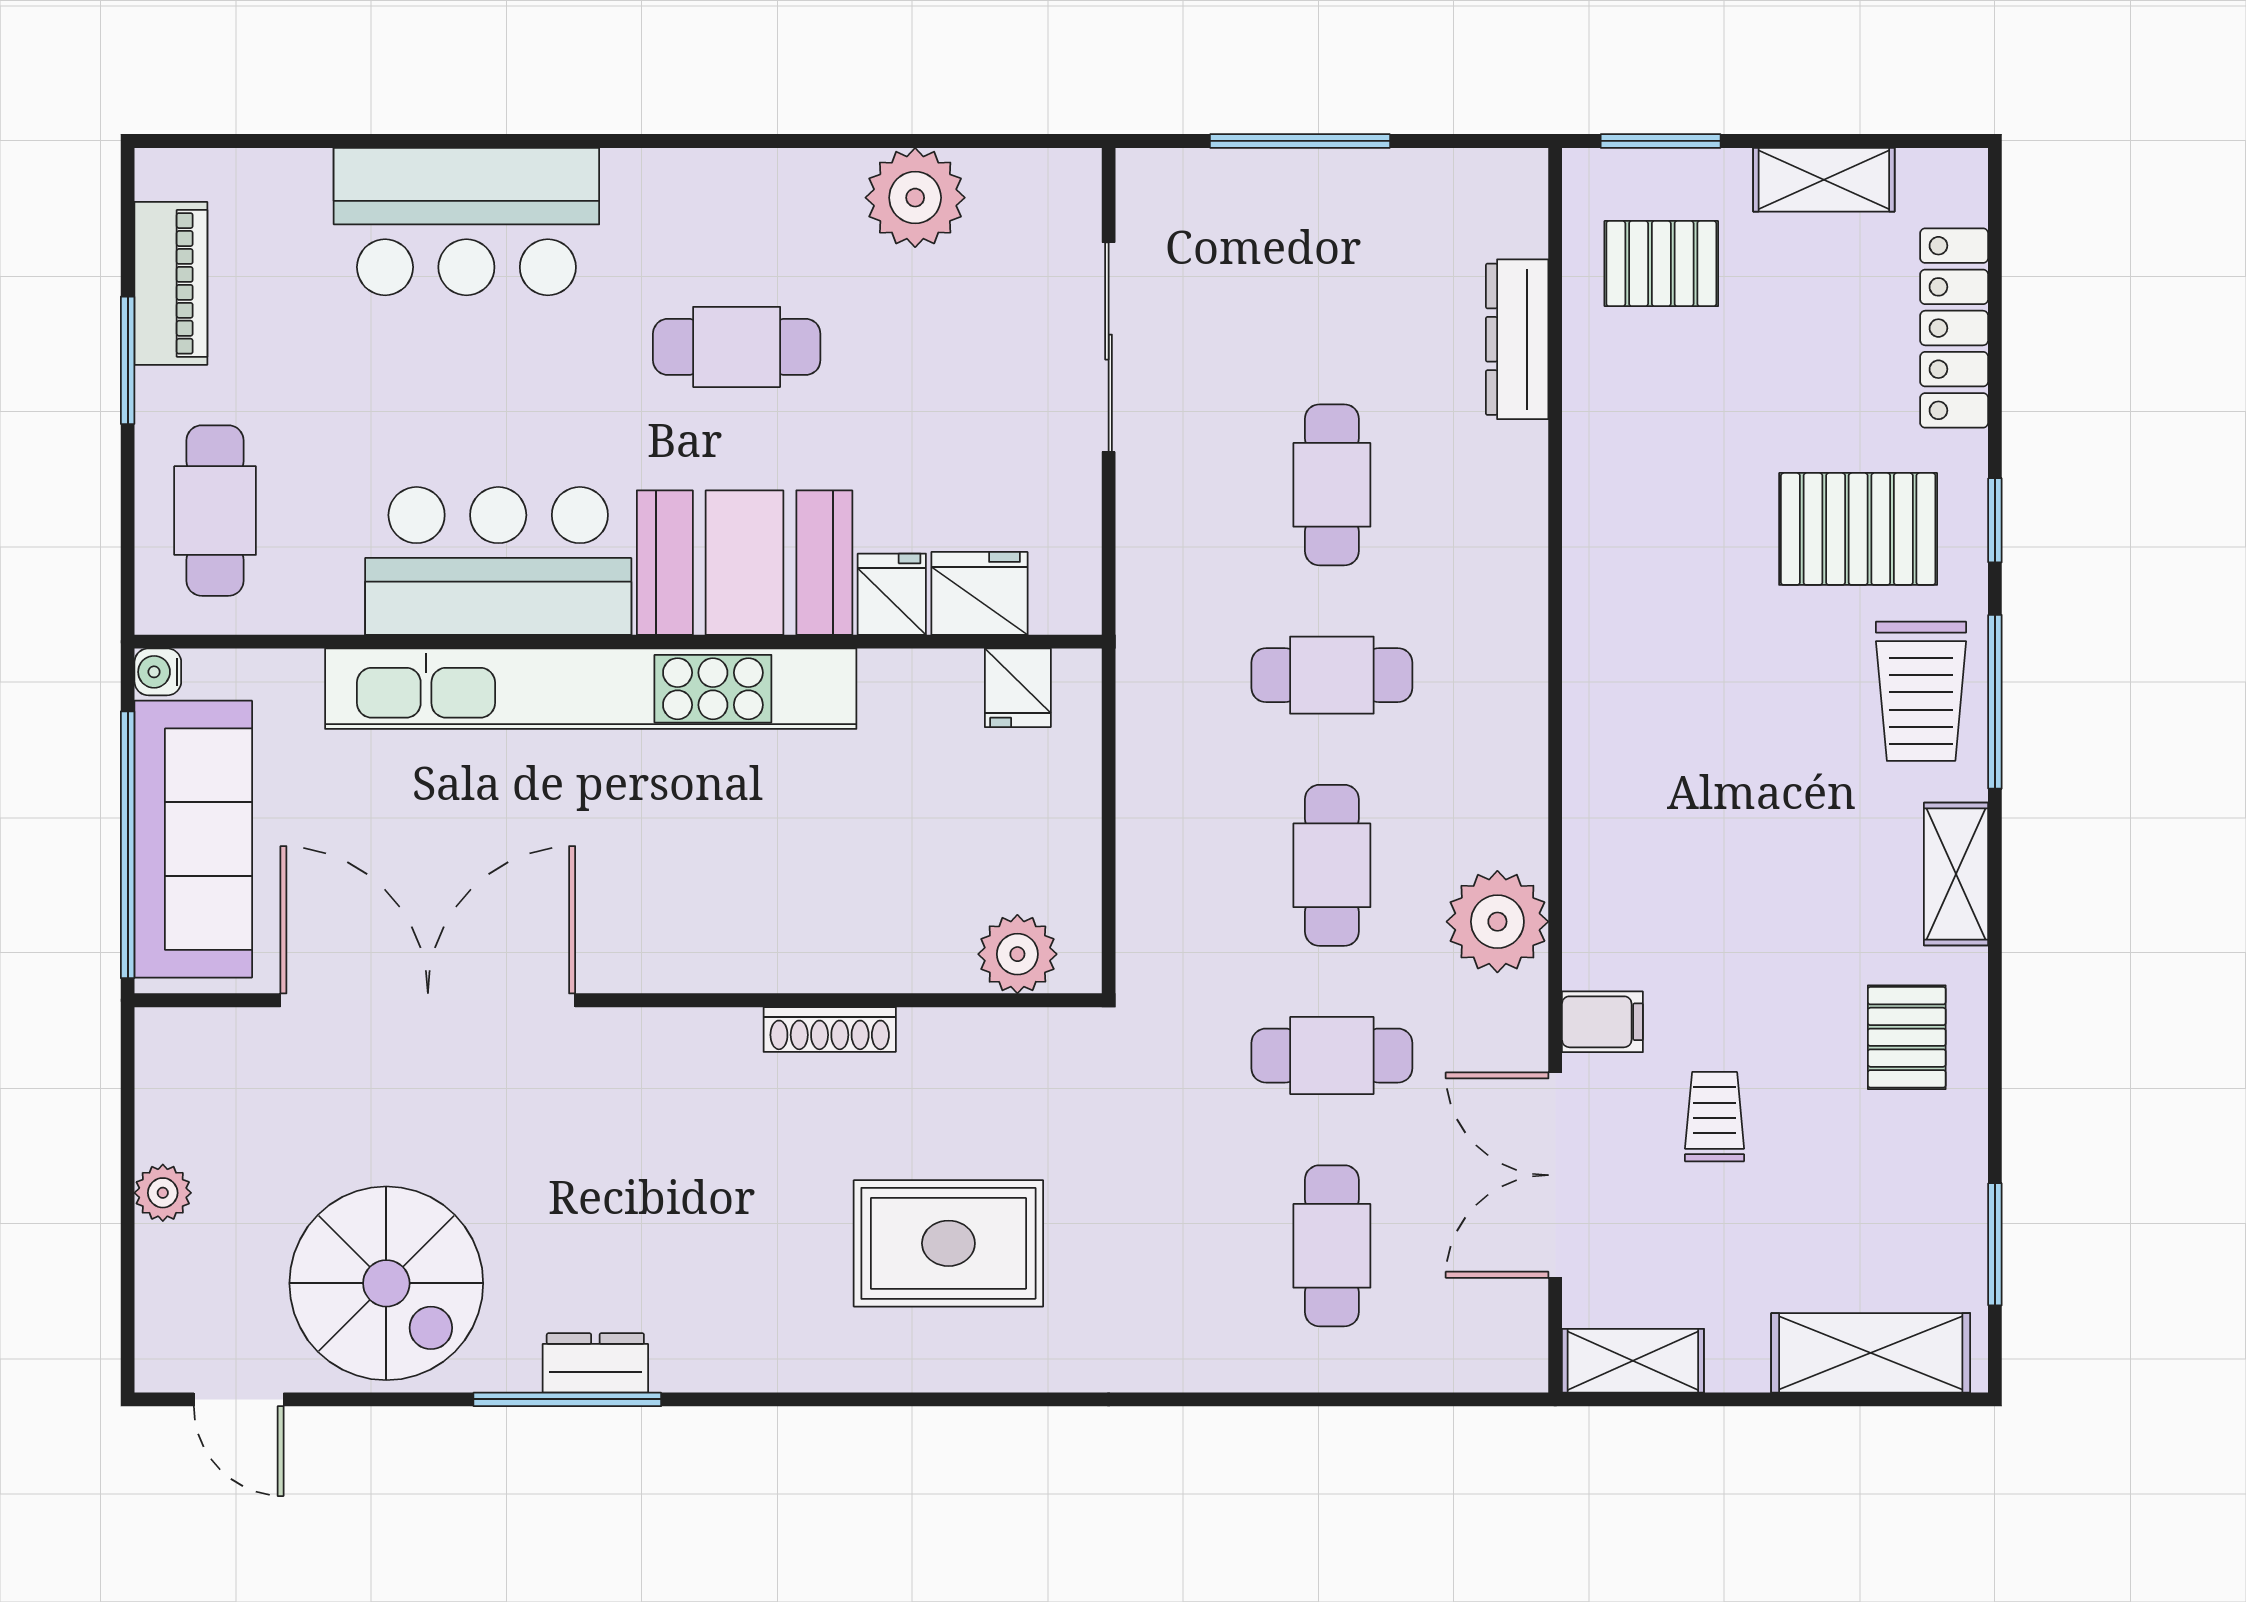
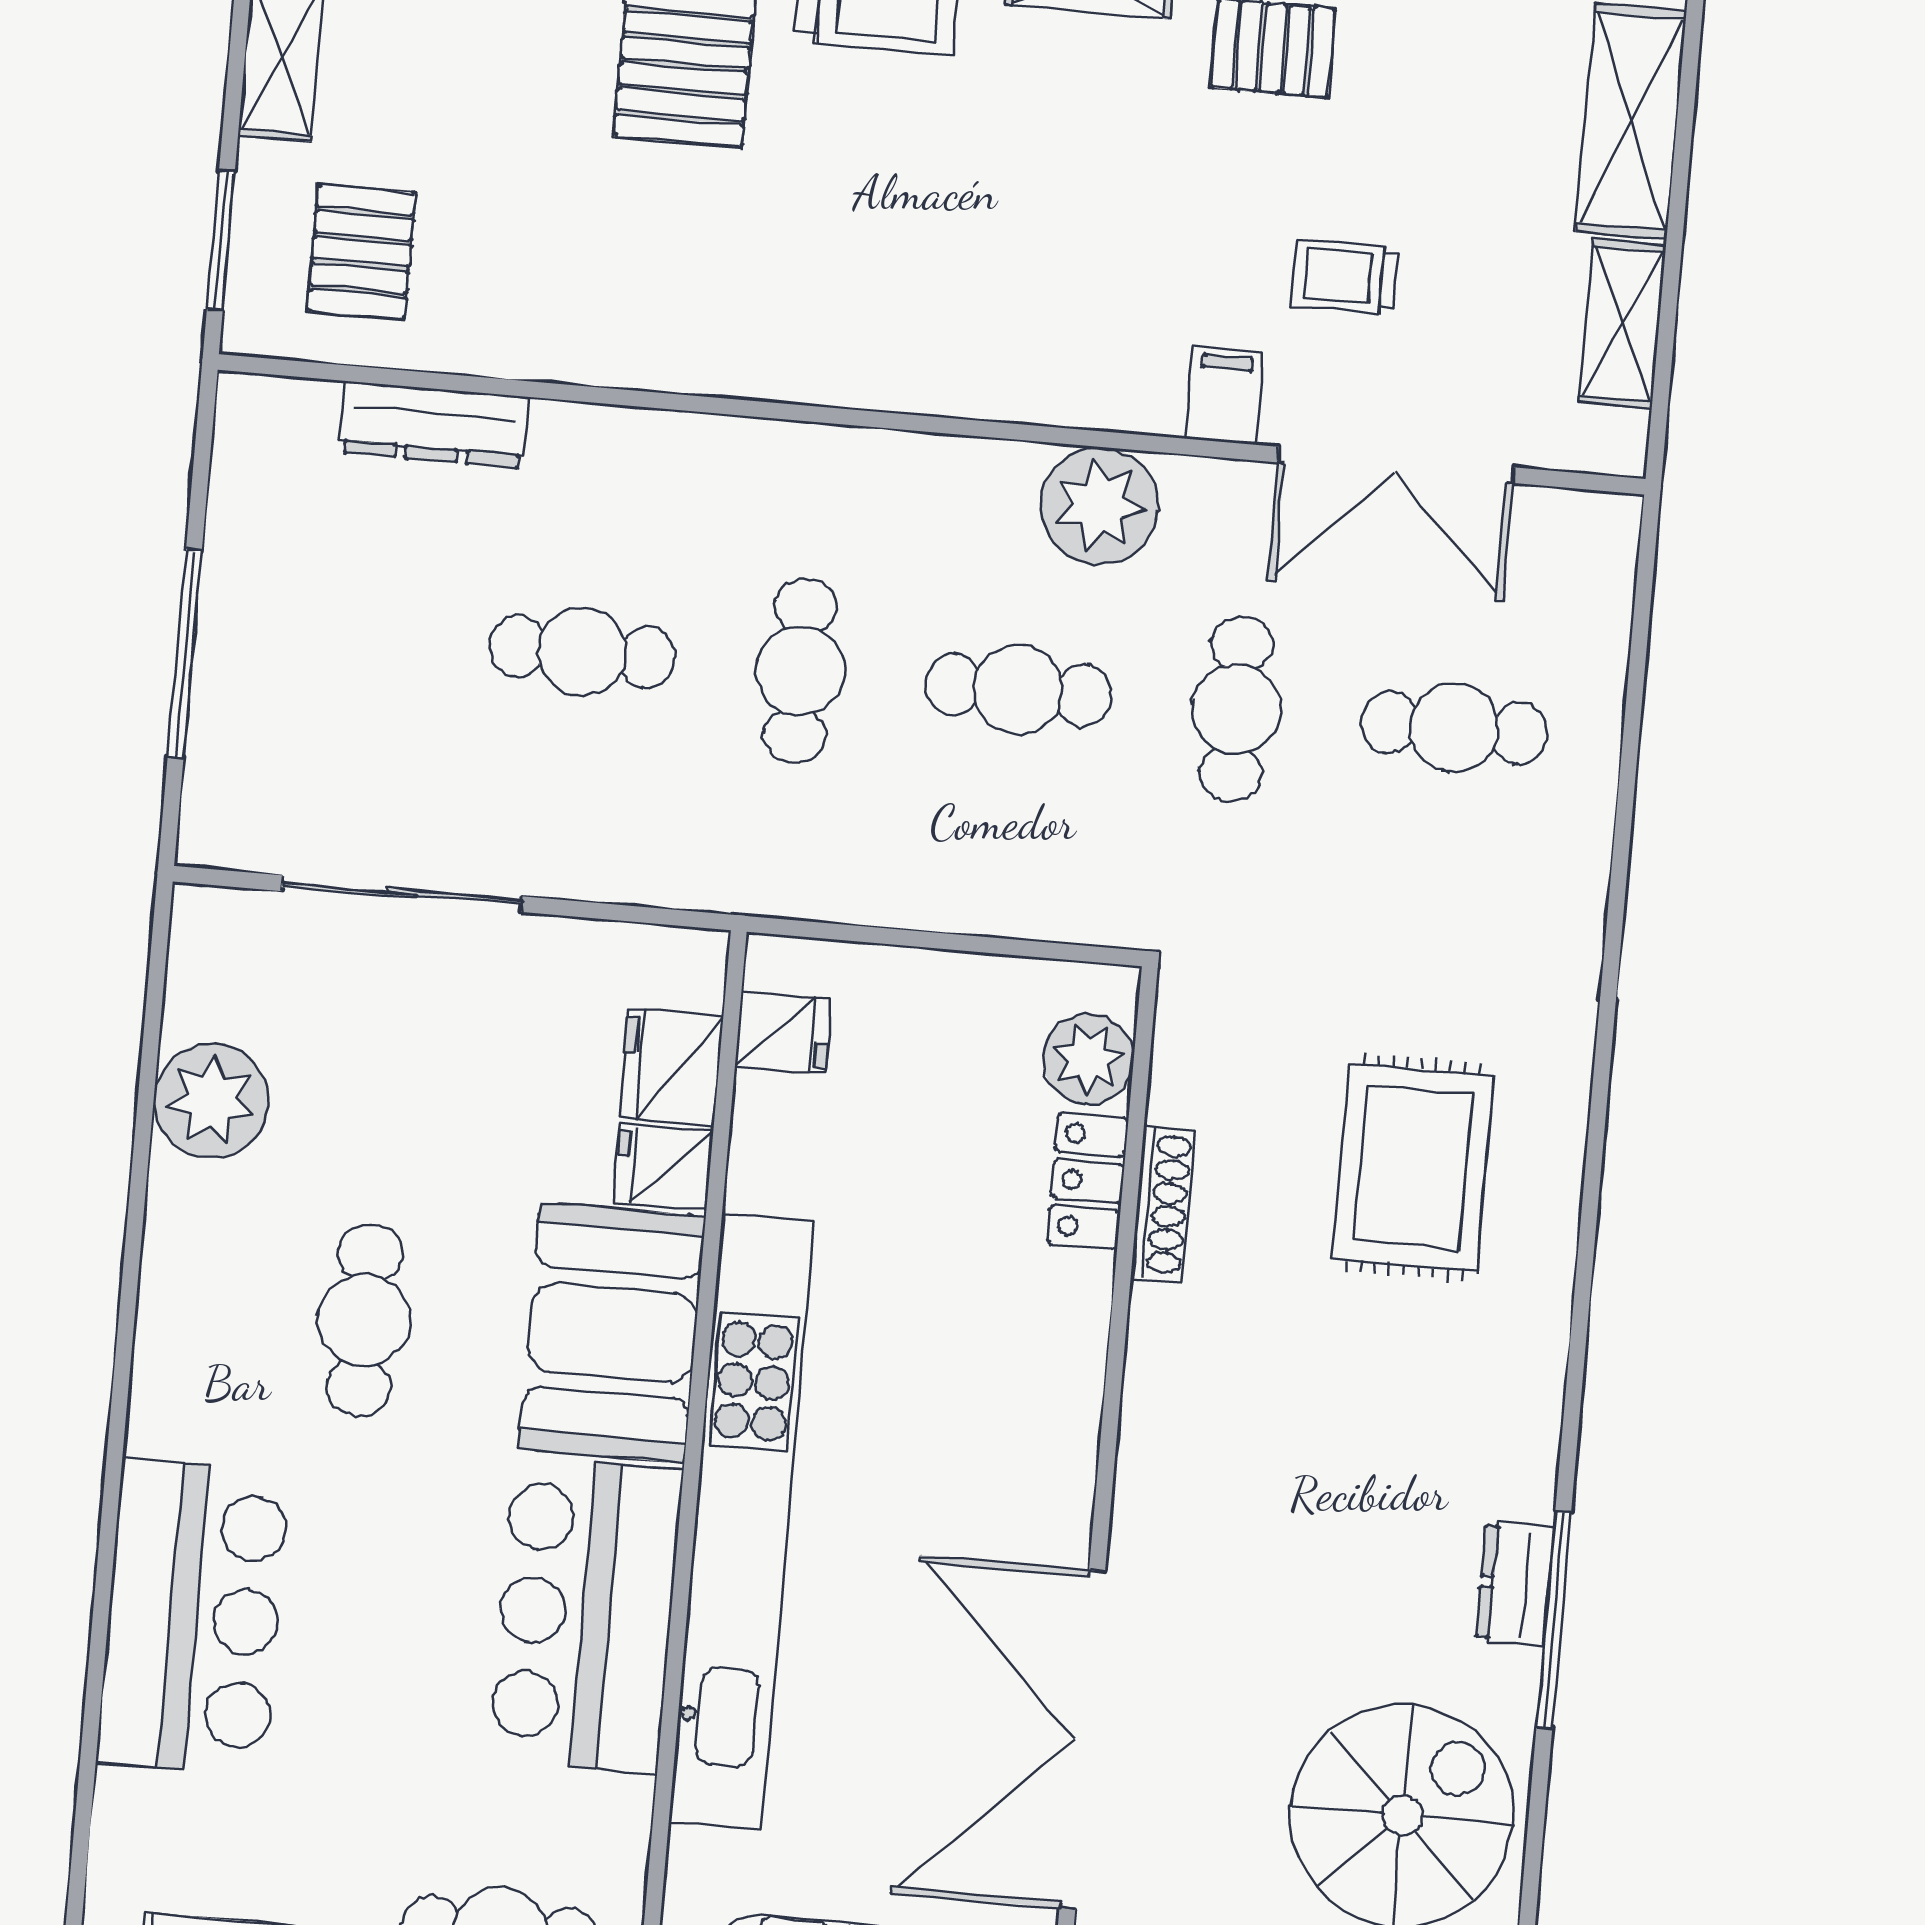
locker: (912, 963) -> (1088, 1181), added
shoe rack: (830, 1029) -> (1163, 1204), moved
shelving: (1633, 1361) -> (1622, 324), moved

